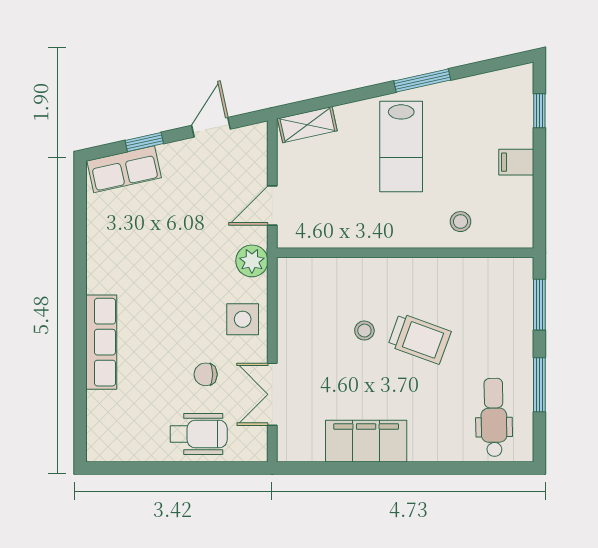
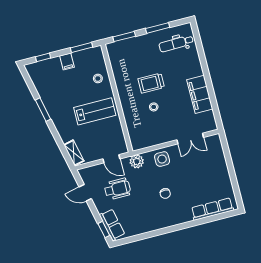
window: (144, 142) -> (104, 229), moved
lab bench: (401, 146) -> (95, 111), moved
window: (539, 203) -> (82, 48), added
trolley: (419, 339) -> (151, 83), turned -110
row of seats: (101, 342) -> (212, 209), moved
chair: (206, 374) -> (165, 193), moved
wheelchair: (199, 434) -> (117, 189), moved, turned 90

